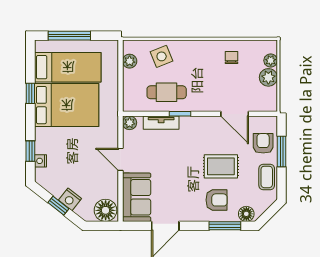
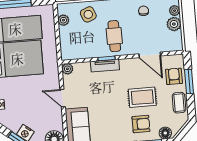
cafe table: (167, 92) -> (114, 36), moved, turned 90
tv unit: (161, 123) -> (105, 66), moved

